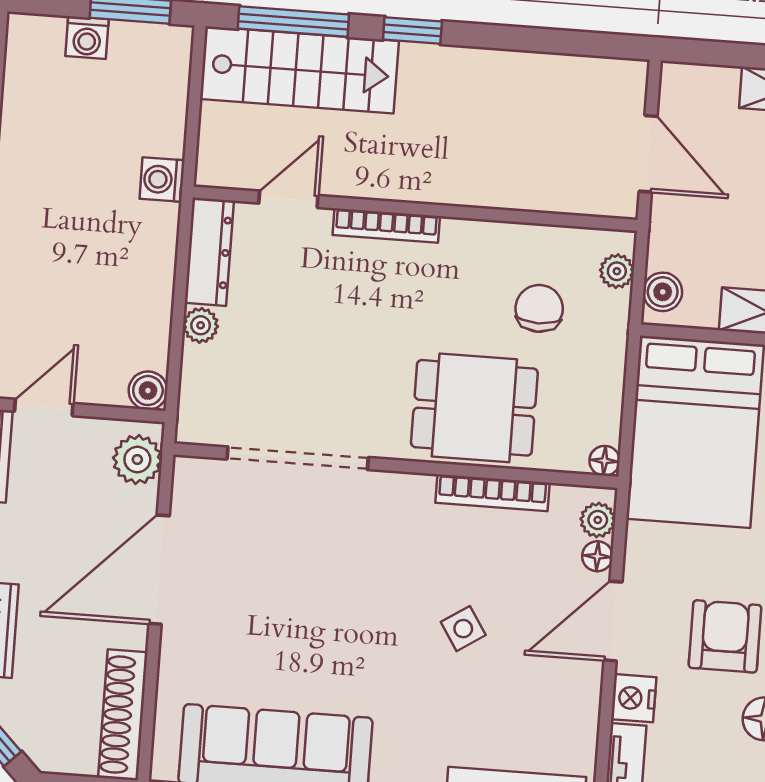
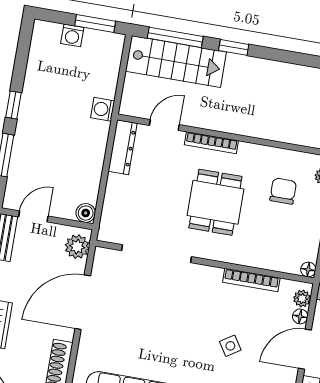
plant: (201, 325) -> (115, 183), removed
dining table: (474, 408) -> (215, 202), moved, turned 90

